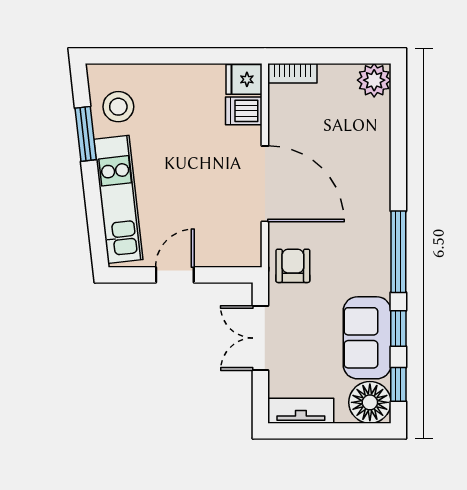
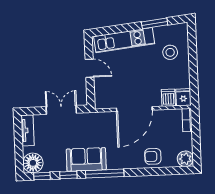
stool: (118, 107) -> (170, 52), moved
armchair: (293, 266) -> (153, 156), moved, turned 180
sofa: (367, 338) -> (86, 159), moved

